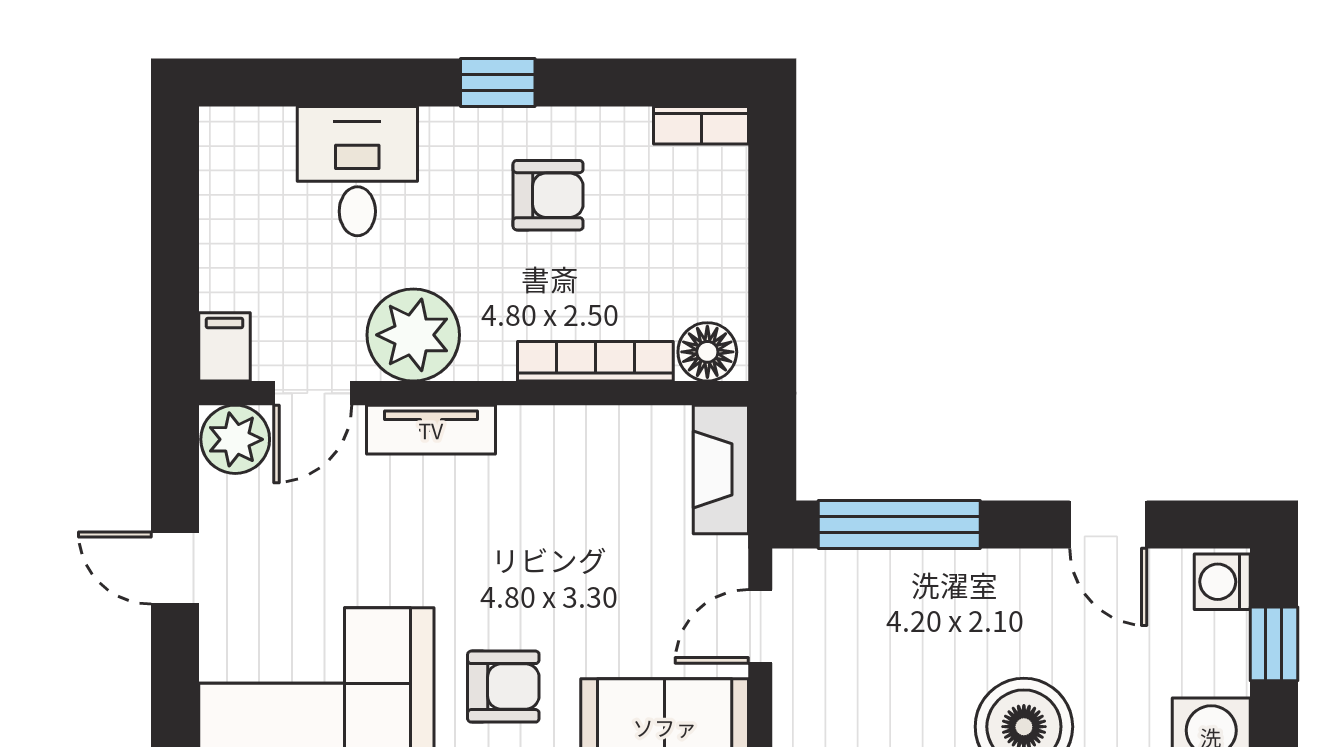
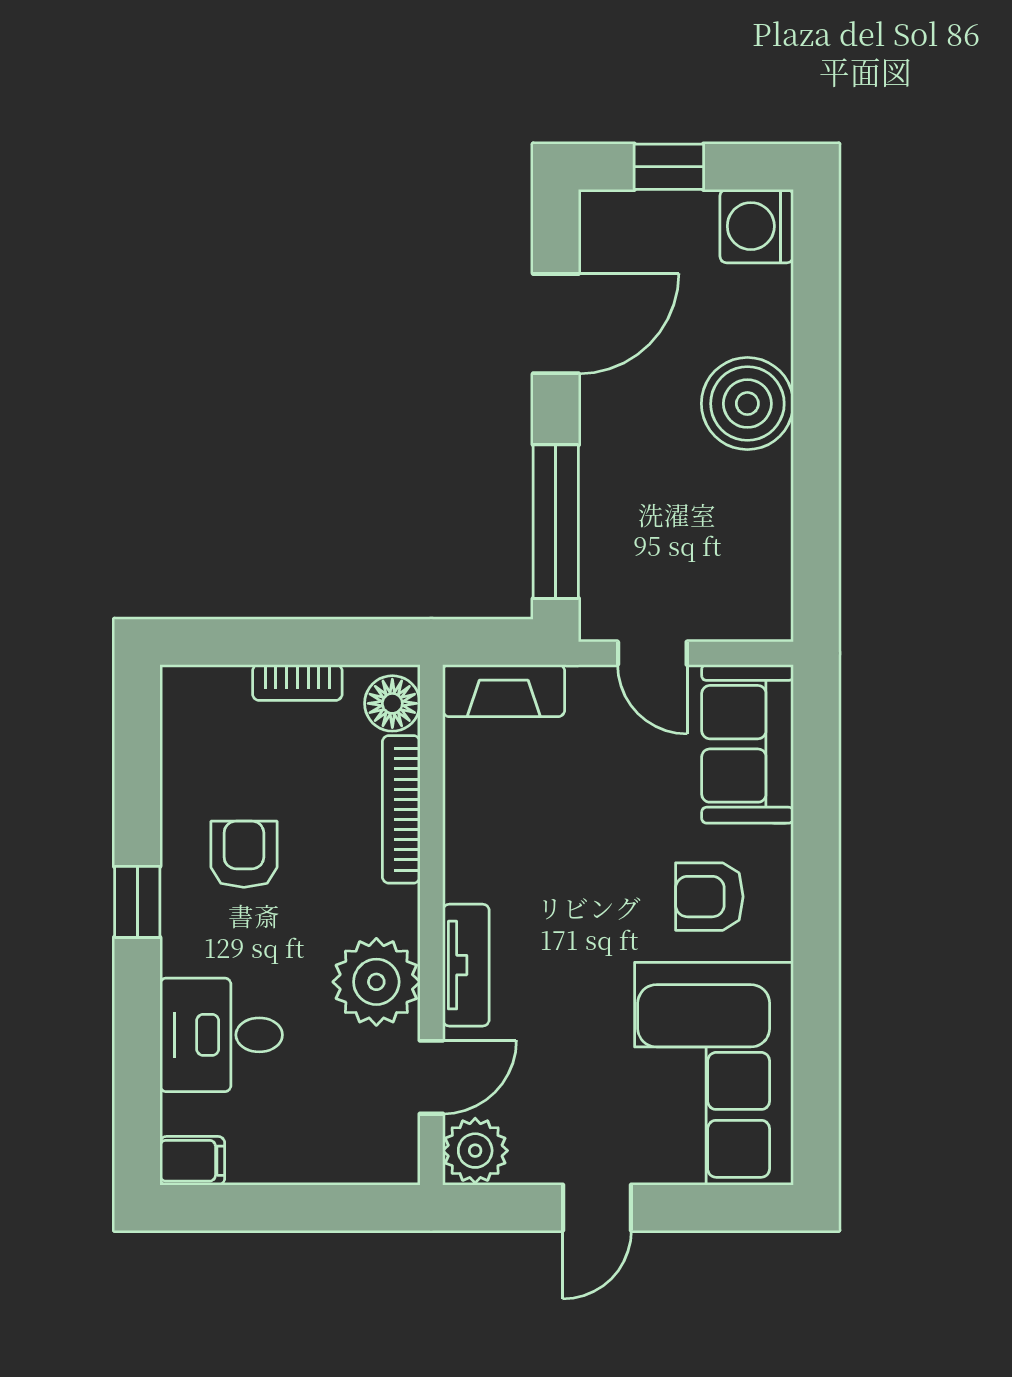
bookcase: (701, 125) -> (297, 682), moved, turned 90
filing cabinet: (224, 347) -> (192, 1161), moved, turned 180
door: (313, 393) -> (431, 1077), hinge flipped
door: (1108, 524) -> (556, 324), width x1.38
washing machine: (1222, 582) -> (610, 216), removed
armchair: (503, 687) -> (709, 897), turned -90

